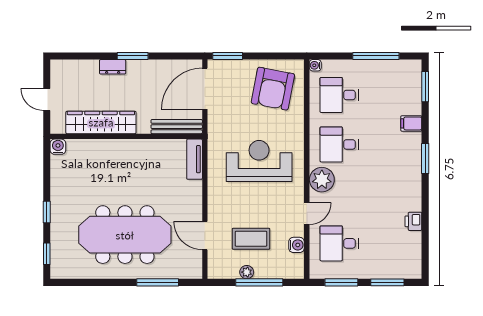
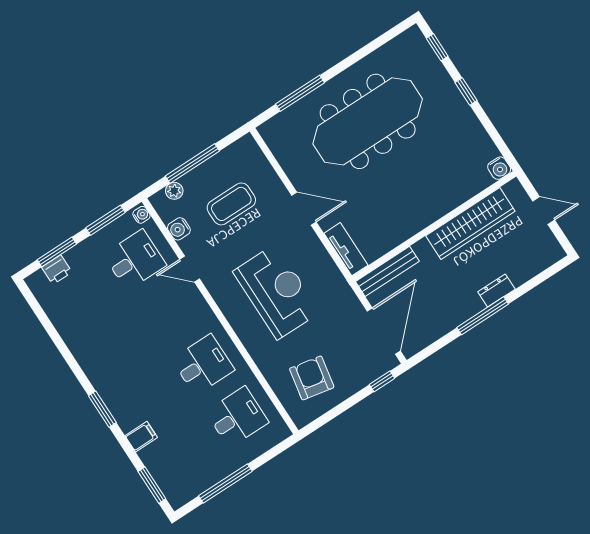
window: (133, 56) -> (483, 316), width x1.44
window: (228, 56) -> (382, 381), width x0.67
water cooler: (315, 65) -> (141, 215), moved
armchair: (273, 89) -> (312, 378), width x0.73, depth x0.73
reception desk: (259, 161) -> (276, 292), turned -90
plant: (322, 180) -> (197, 315), removed
door: (307, 214) -> (190, 269), hinge flipped
printer: (413, 221) -> (57, 270), moved, turned 90
door: (205, 236) -> (304, 209), moved
plant: (247, 272) -> (174, 191), moved

